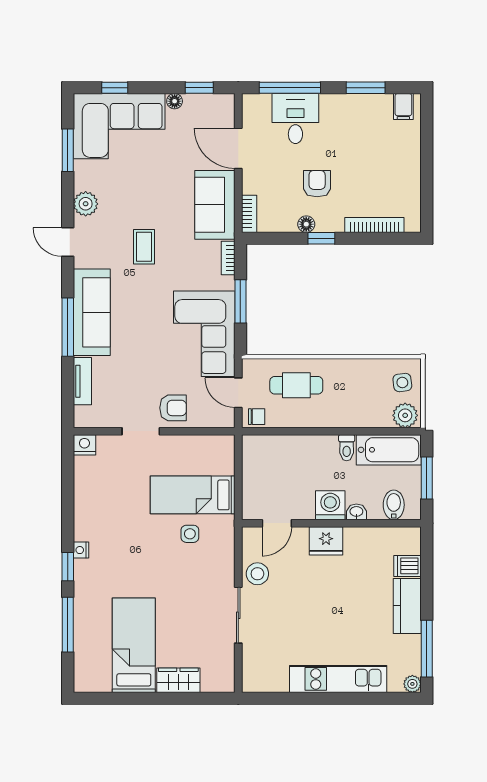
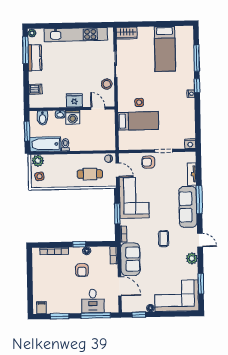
window: (115, 88) -> (179, 314), removed
door: (277, 523) -> (98, 108), hinge flipped
kitchen counter: (407, 606) -> (35, 58), moved
kitchen unit: (338, 679) -> (76, 35), width x1.36
wardrobe: (178, 680) -> (127, 33), moved

